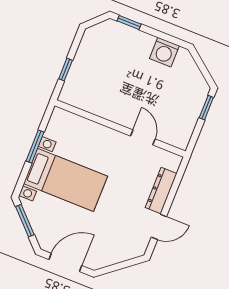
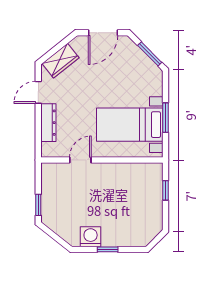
window: (129, 22) -> (108, 249), moved
door: (143, 137) -> (80, 160), swing flipped
bed with nightstands: (65, 180) -> (130, 125), moved
wardrobe: (122, 251) -> (61, 61), added

